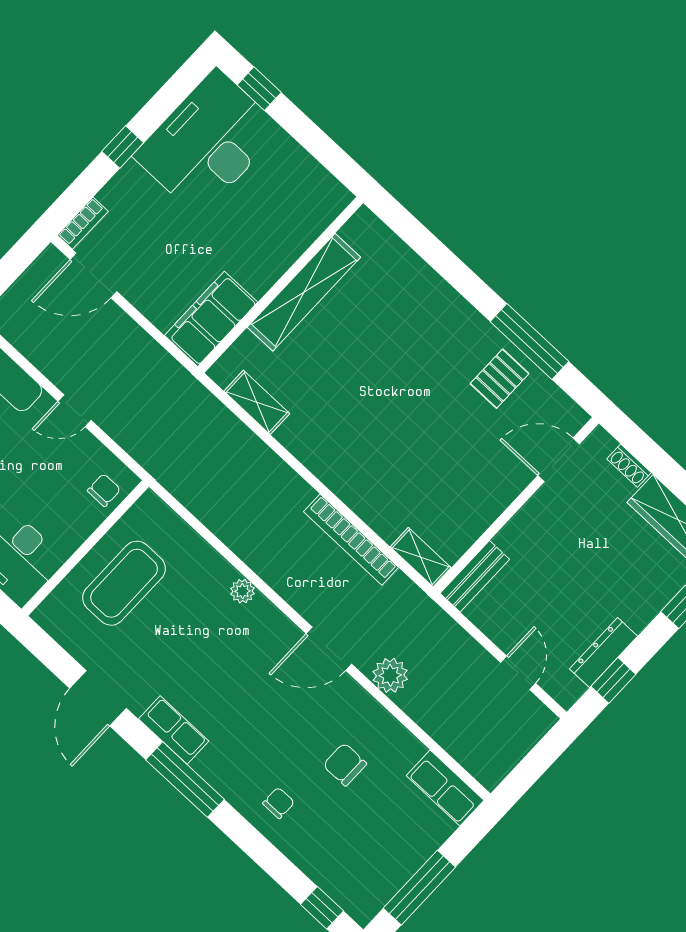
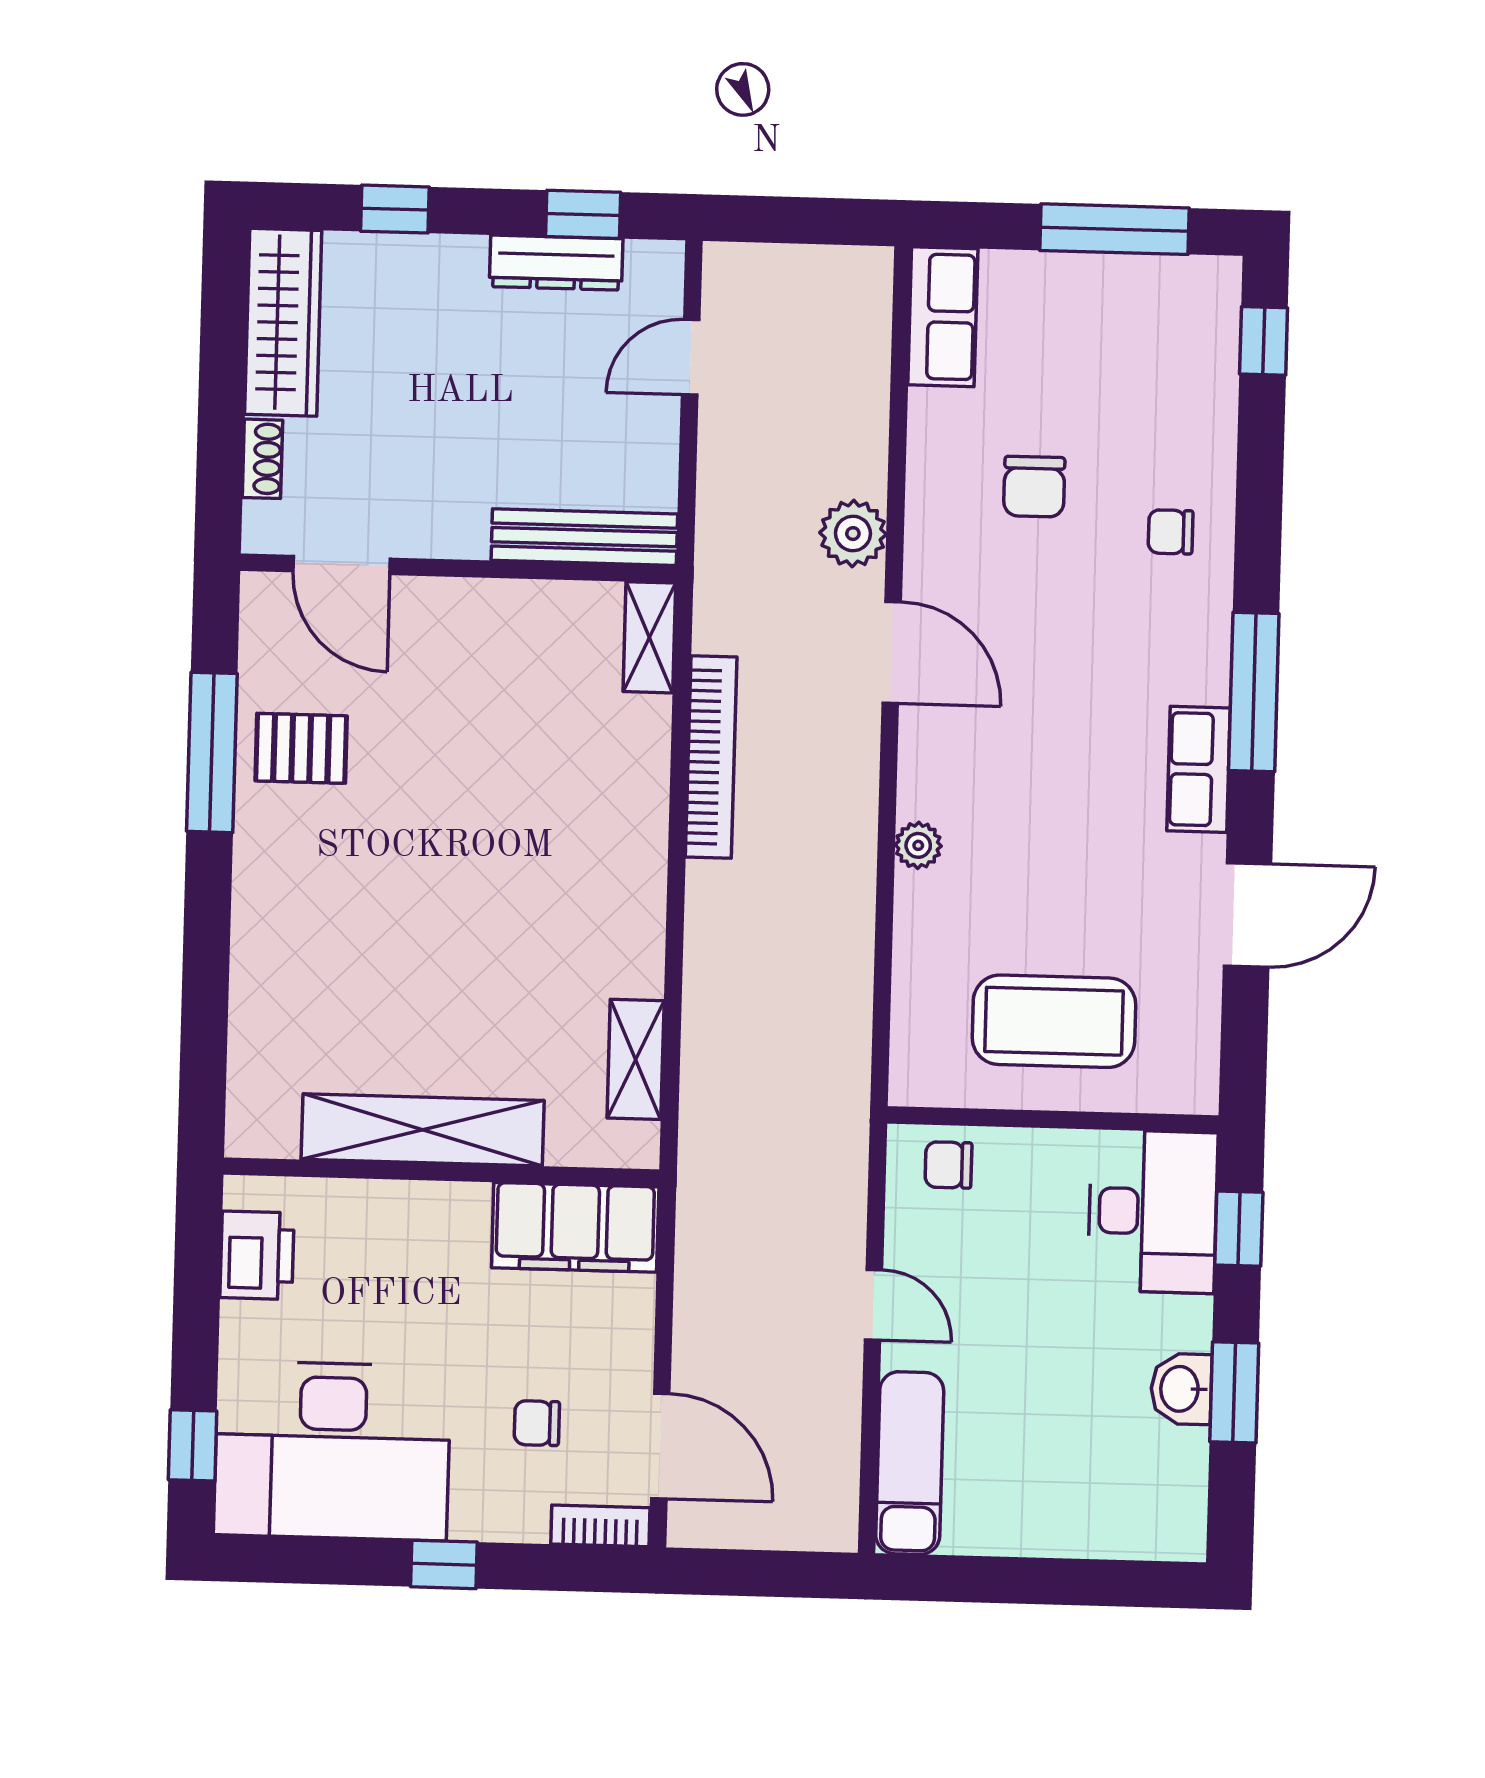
printer: (312, 182) -> (257, 1255), added
chair: (146, 234) -> (537, 1423), added
bench: (475, 576) -> (584, 537), width x1.36

